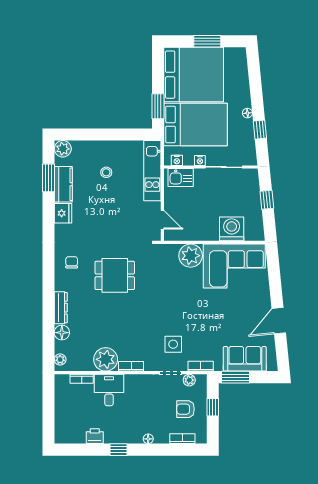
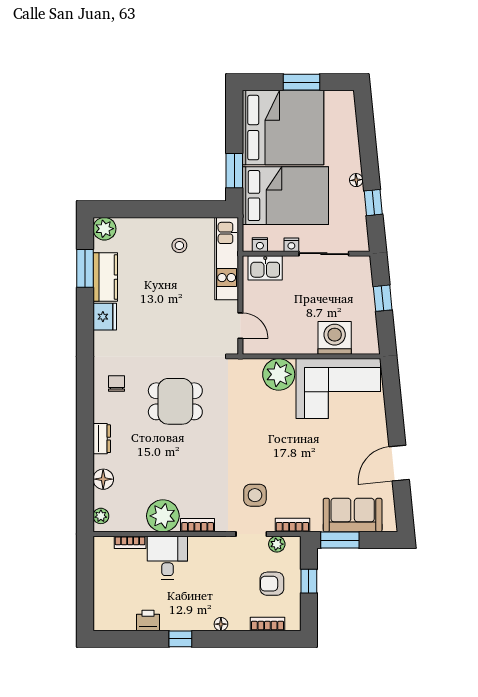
stool: (106, 172) -> (179, 245), moved
dresser: (61, 308) -> (102, 439), width x0.70

